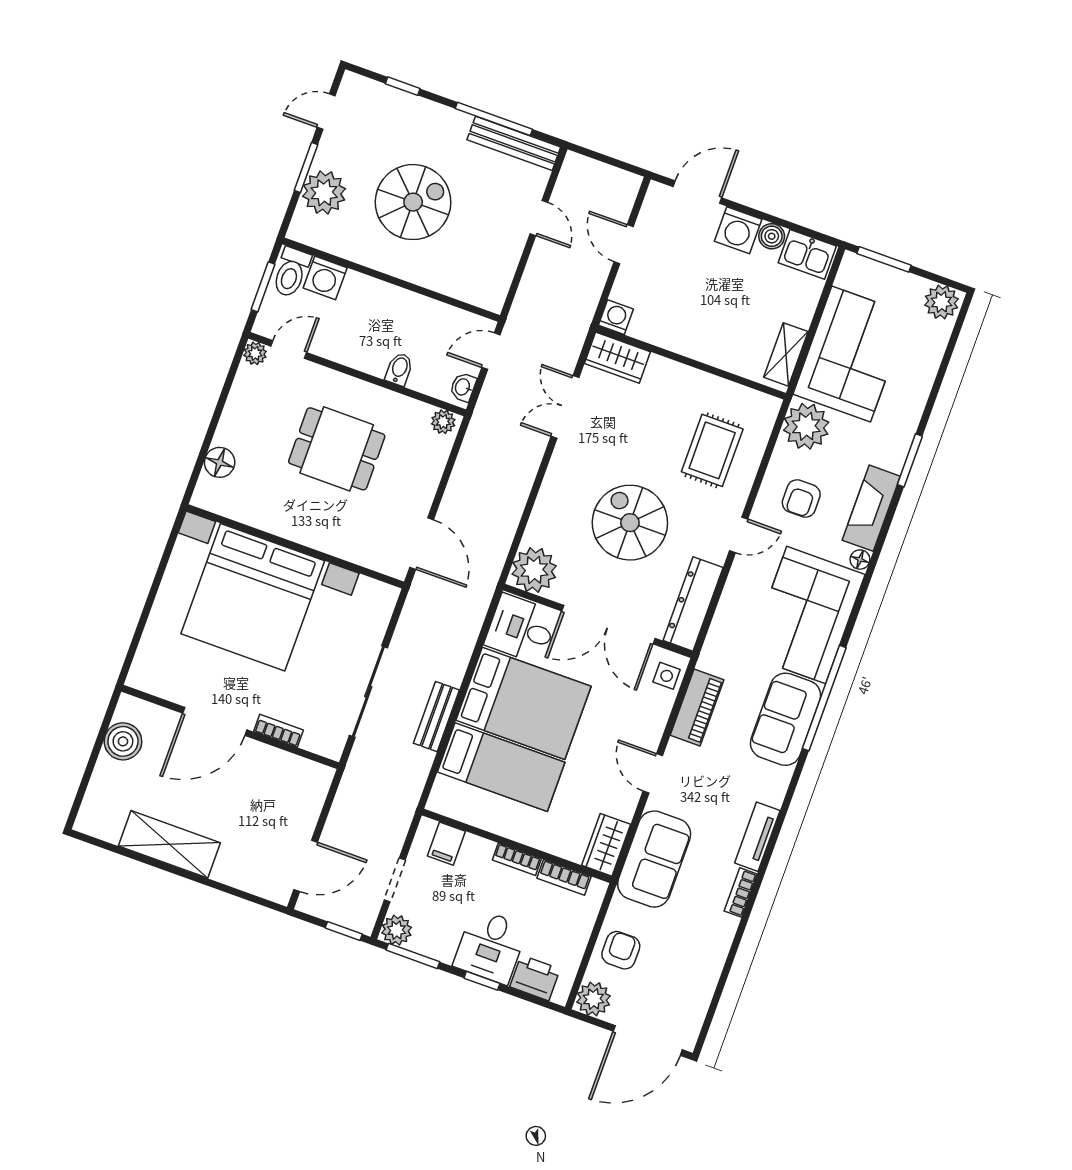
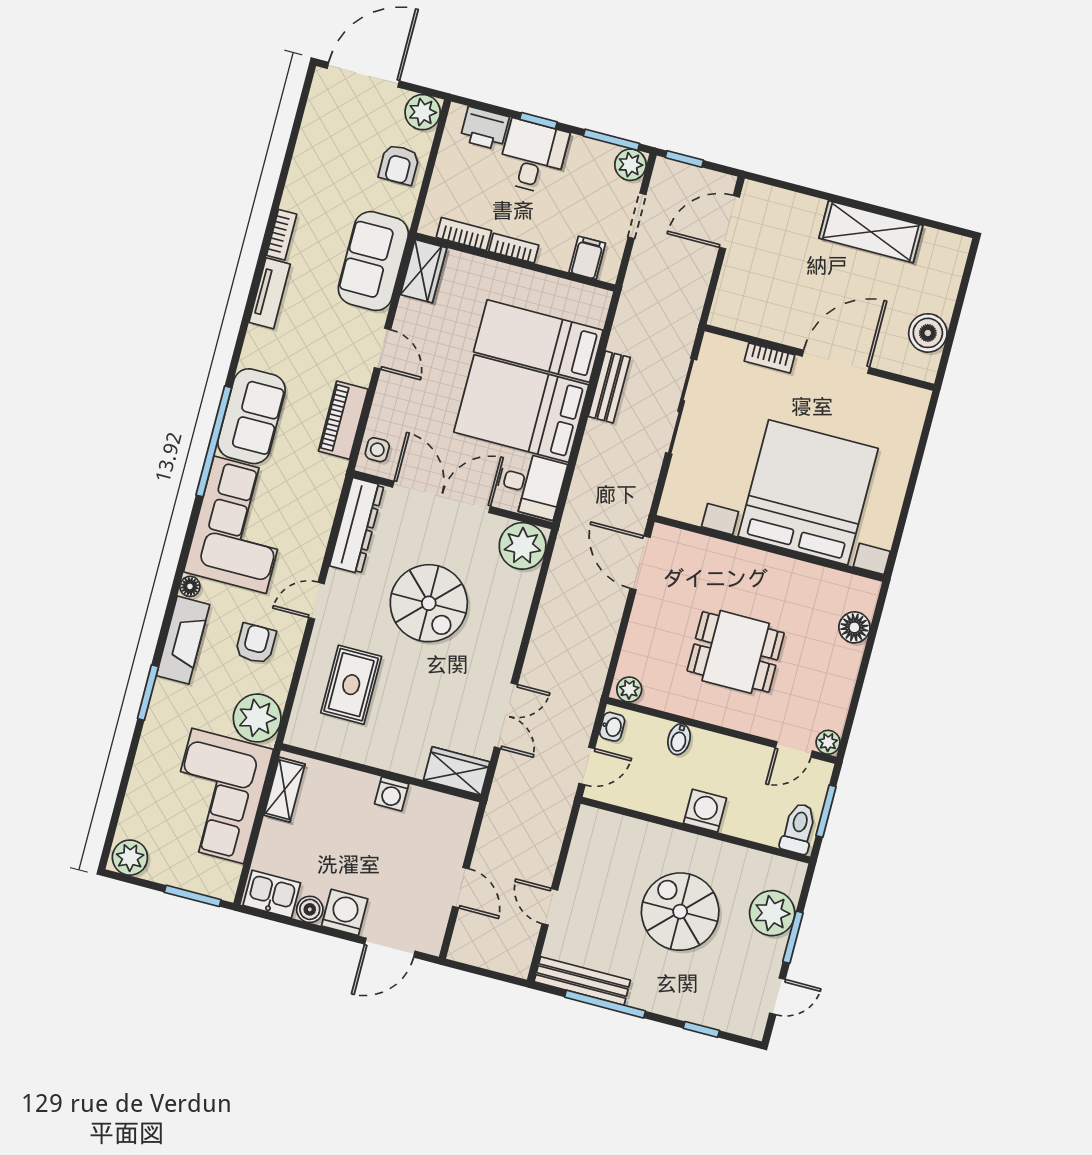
spiral stairs: (413, 202) -> (680, 912), turned 90
washing machine: (325, 278) -> (705, 811), moved
washing machine: (616, 317) -> (392, 794), moved

